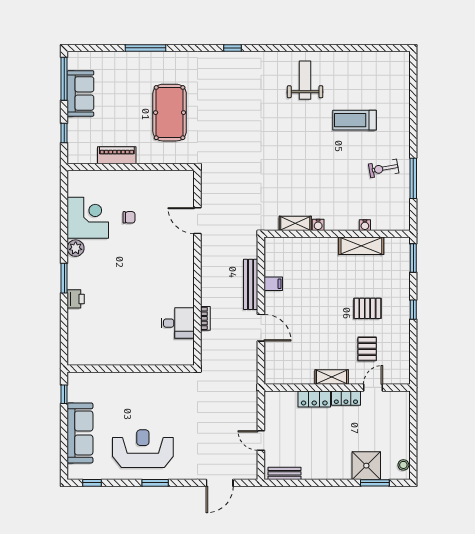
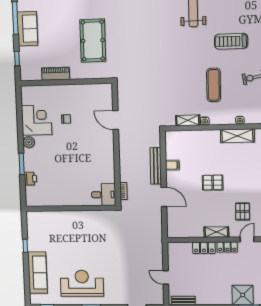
exercise mat: (331, 177) -> (214, 85), added
pallet: (367, 308) -> (213, 183), moved
wall: (131, 369) -> (71, 208), moved

